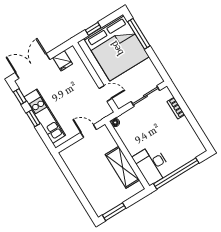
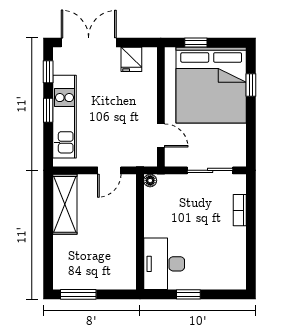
window: (139, 34) -> (251, 85), width x0.46
door: (89, 131) -> (109, 170), swing flipped
shelving: (122, 167) -> (65, 204), moved
window: (176, 173) -> (188, 294), width x0.32

